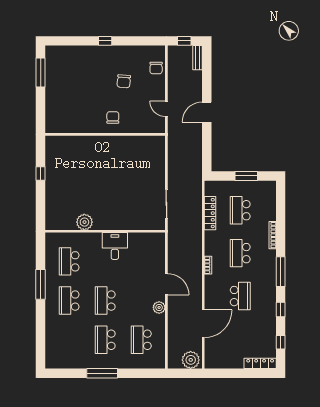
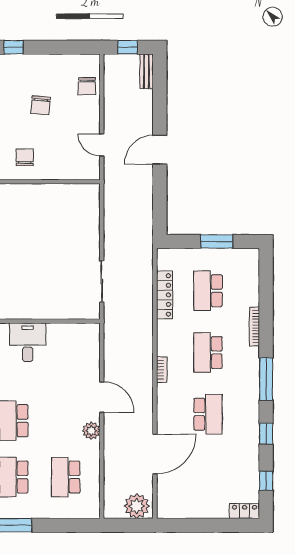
locker: (260, 363) -> (244, 511), width x0.66

